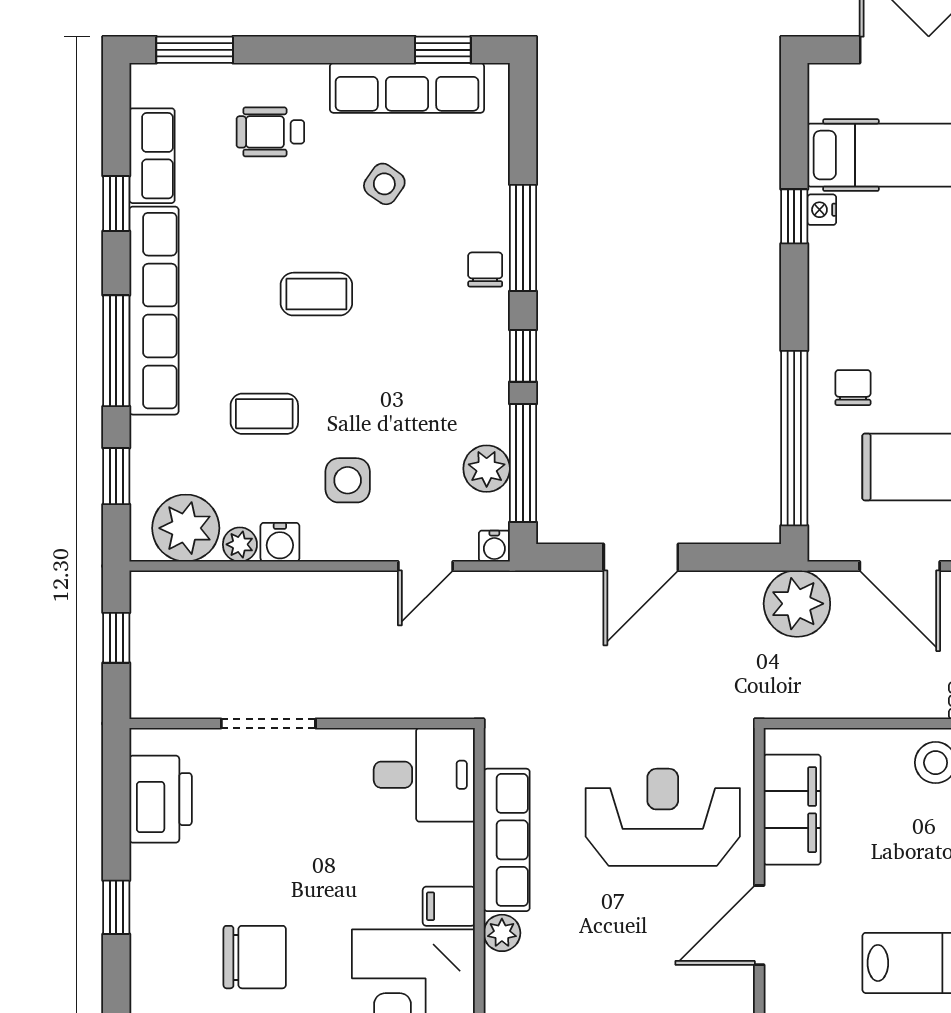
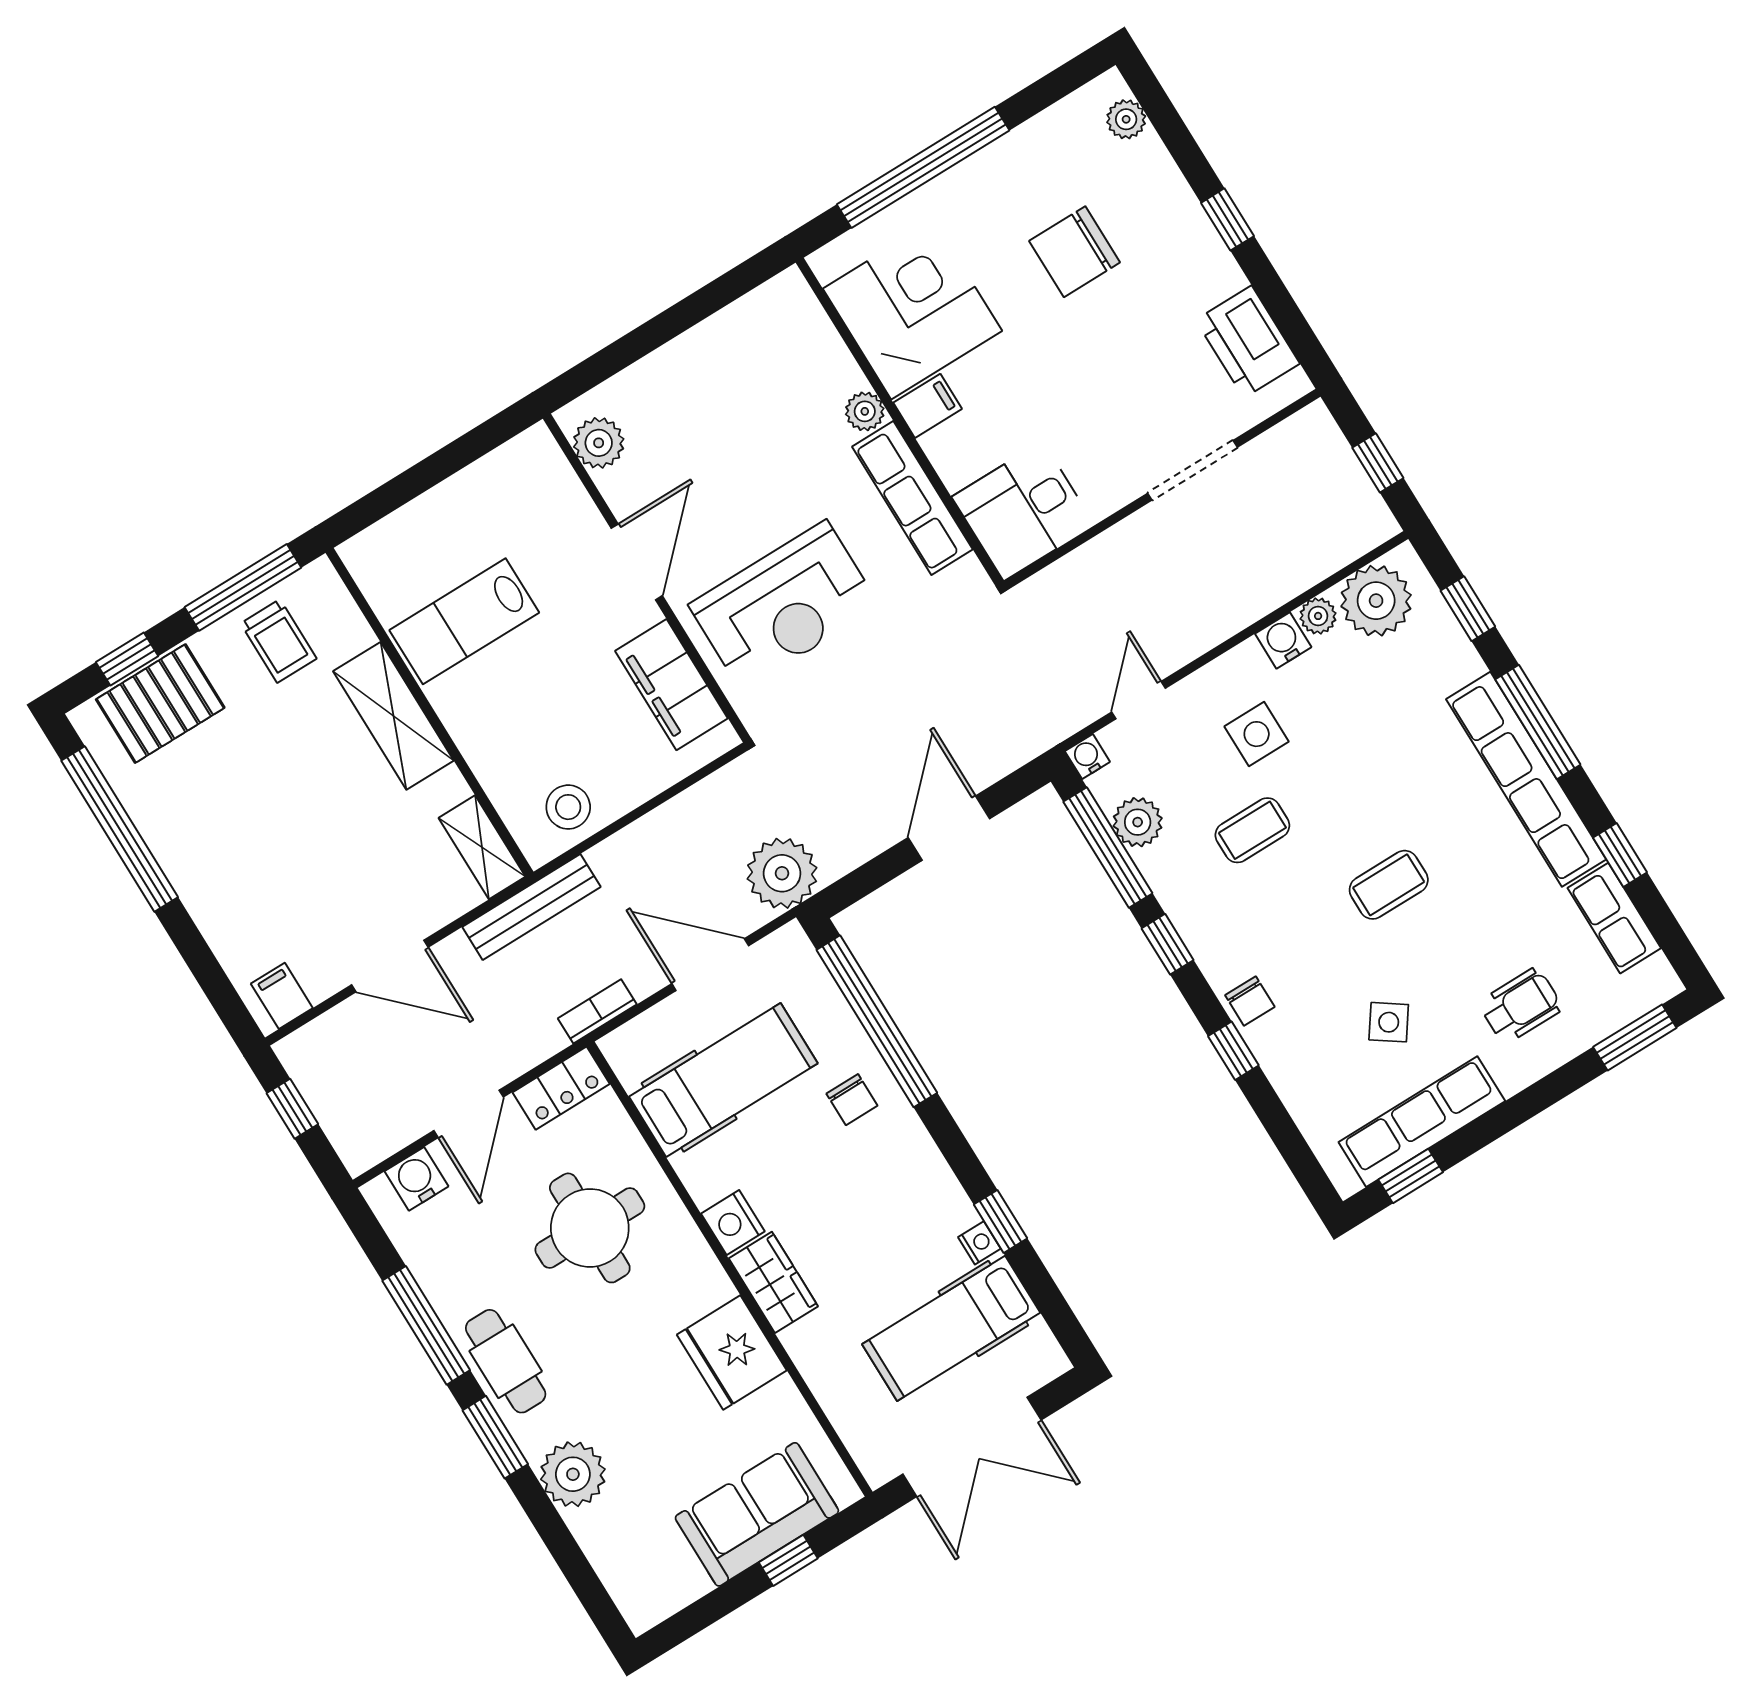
window: (523, 238) -> (1233, 1051), width x0.46
coffee table: (264, 414) -> (1252, 830), moved

